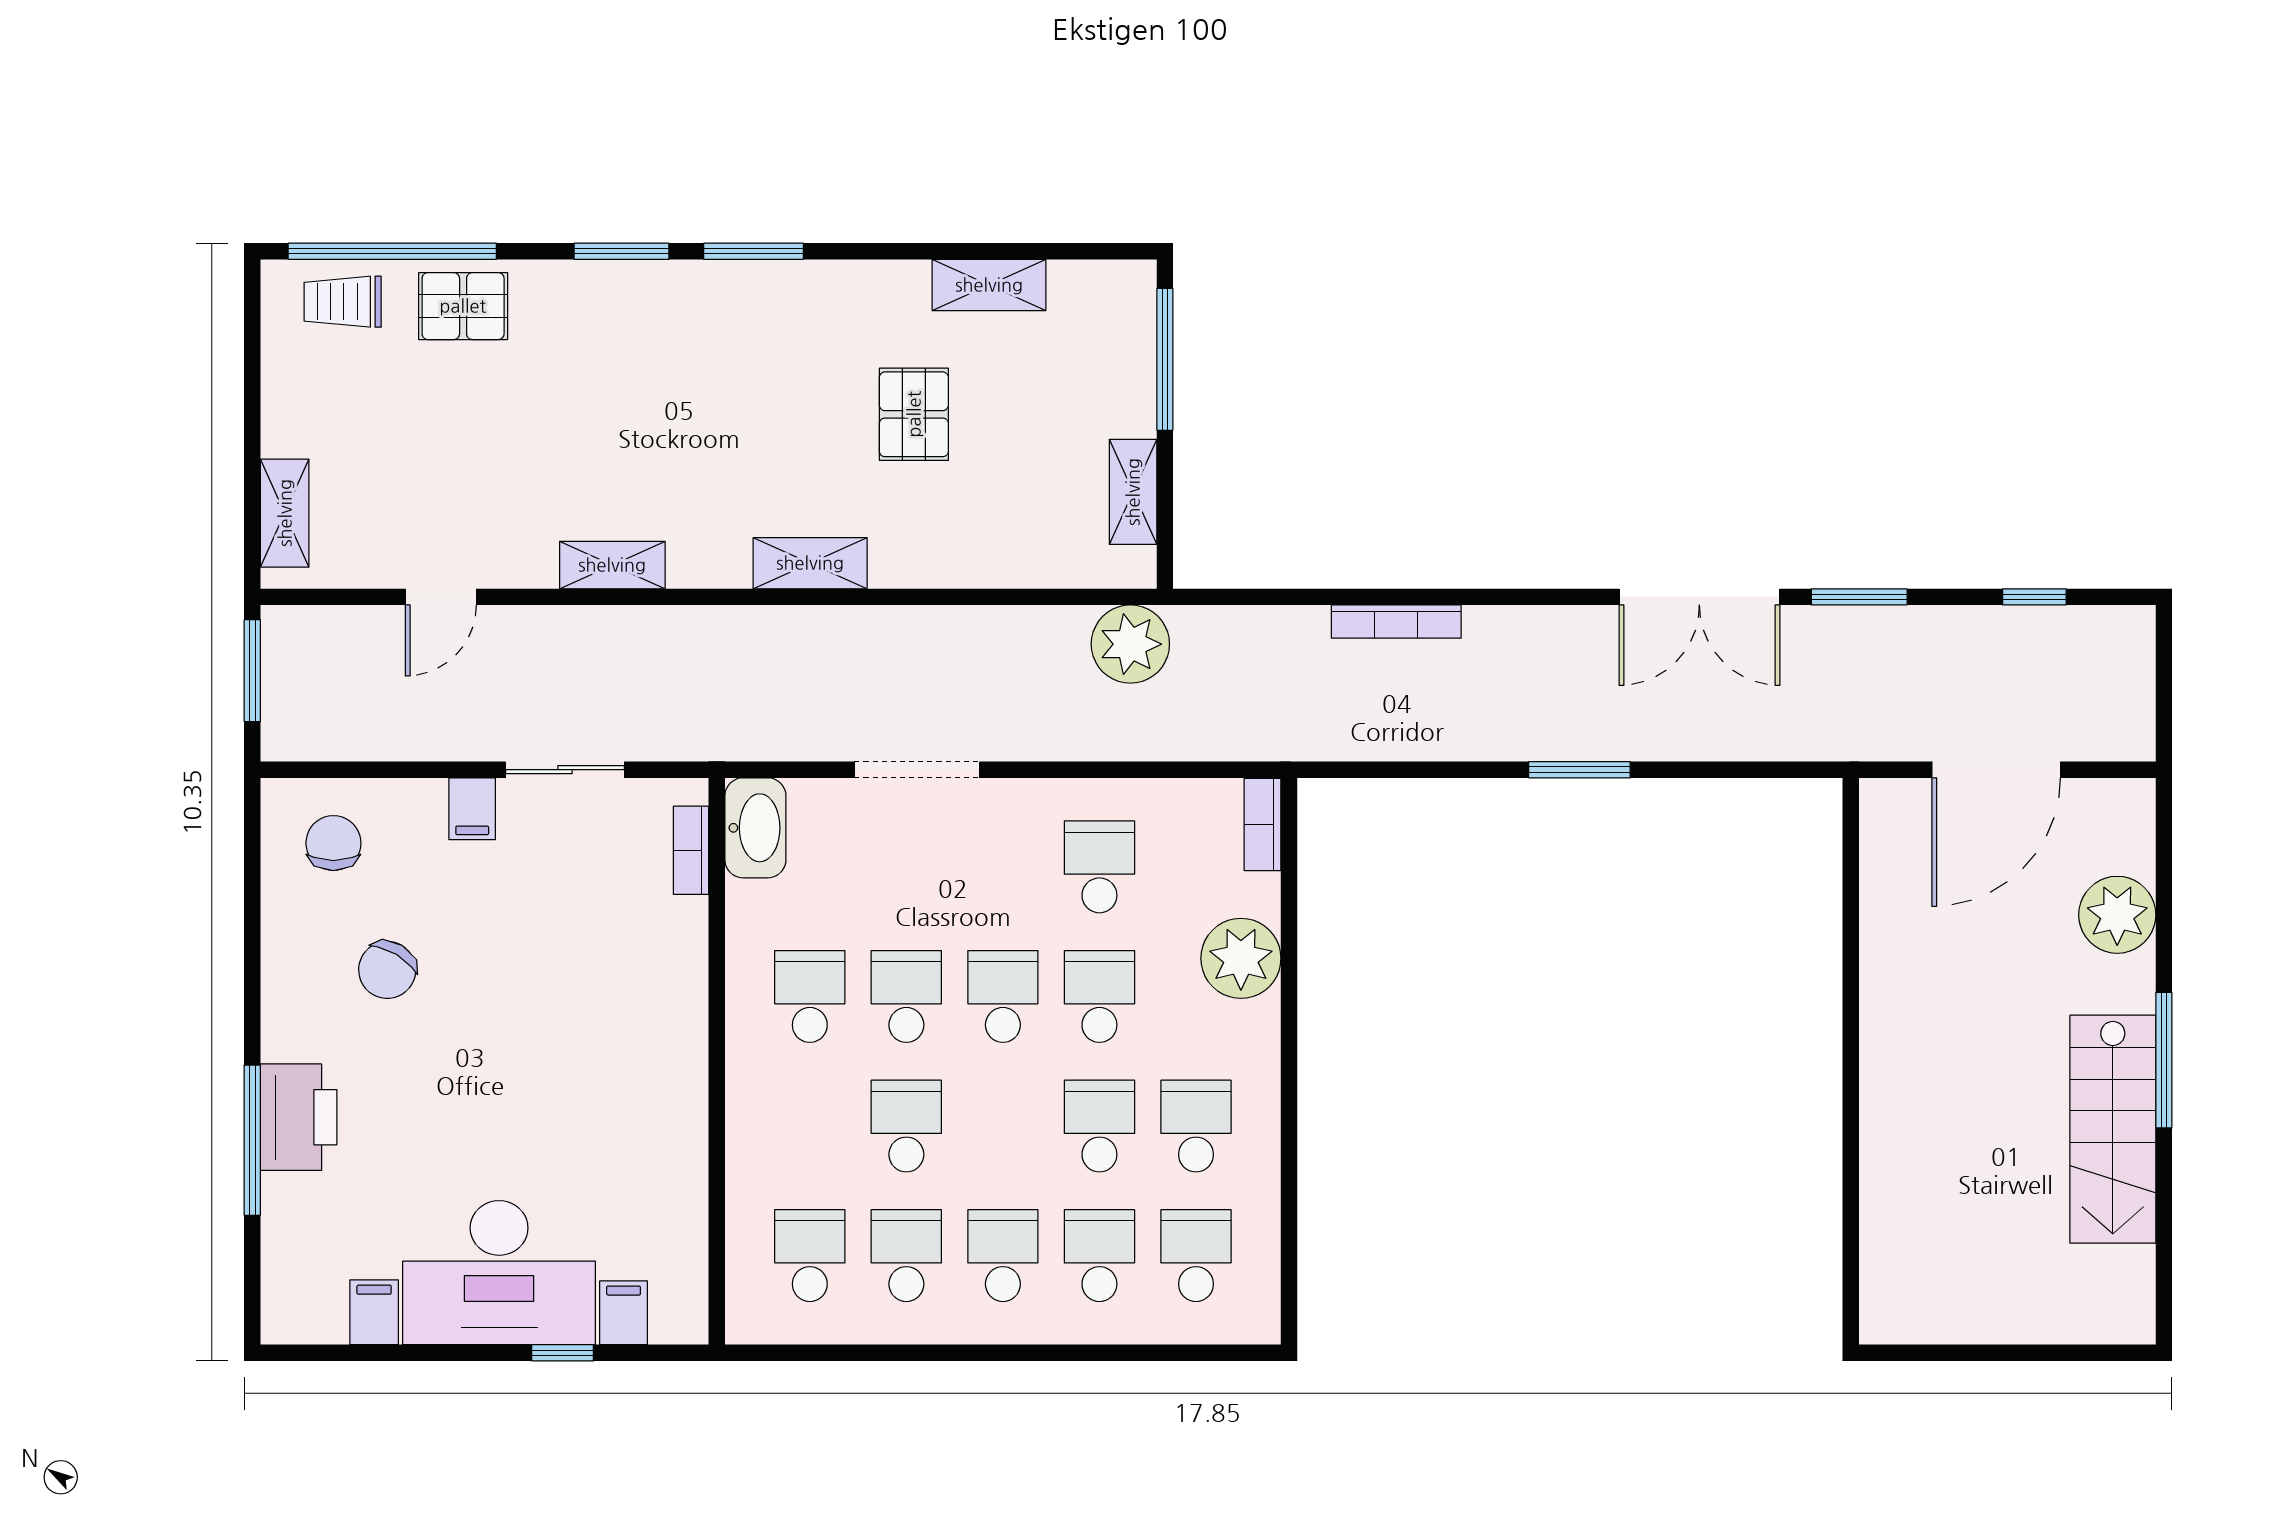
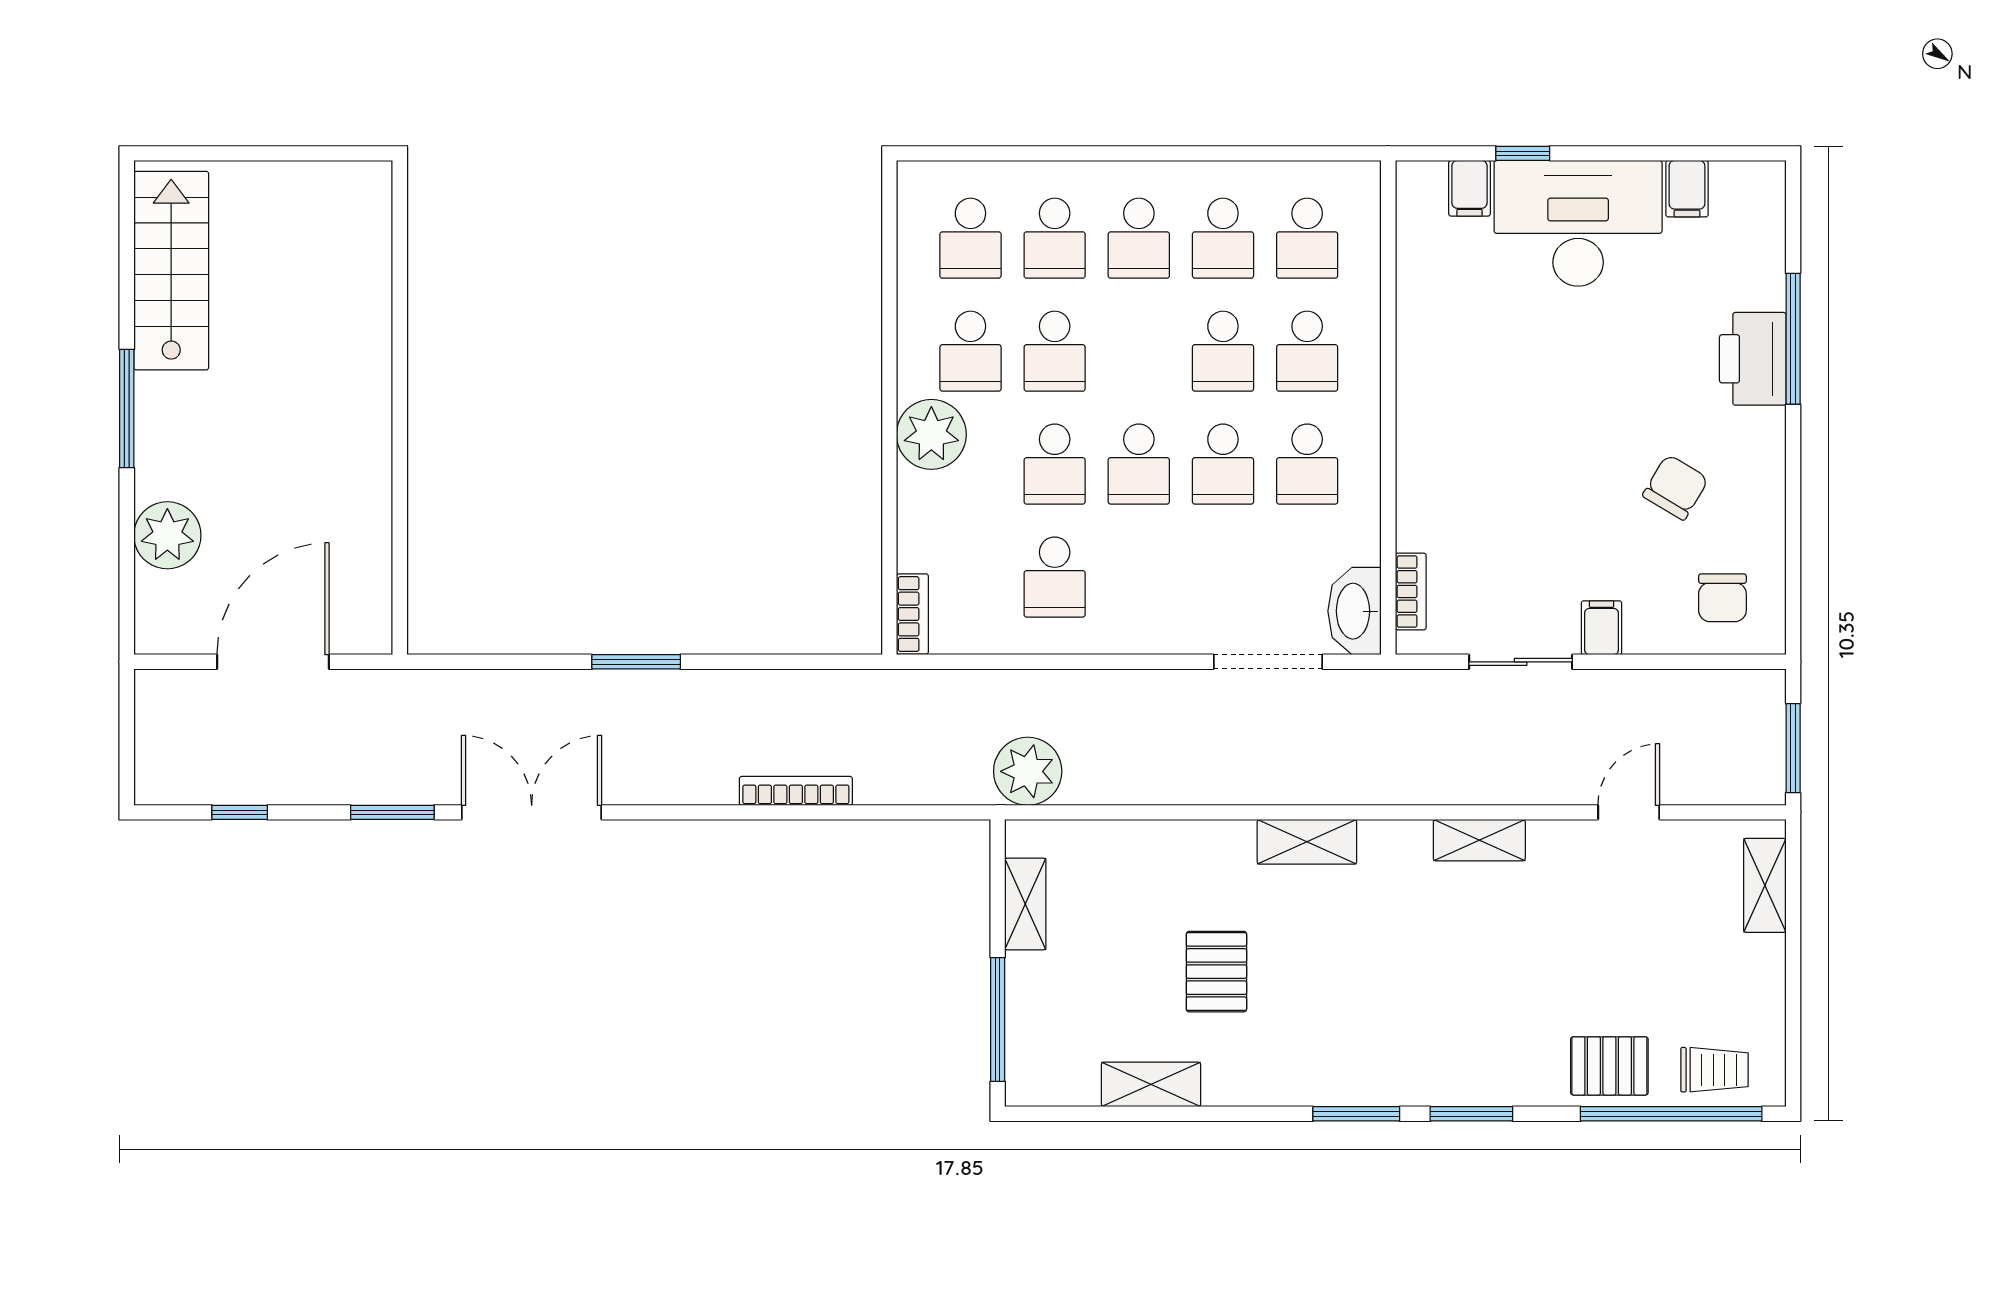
doorway: (917, 770) -> (1268, 662), moved
plant: (1241, 958) -> (931, 434), moved
school desk: (810, 1126) -> (1307, 351), added
stairs: (2113, 1129) -> (171, 271), moved

